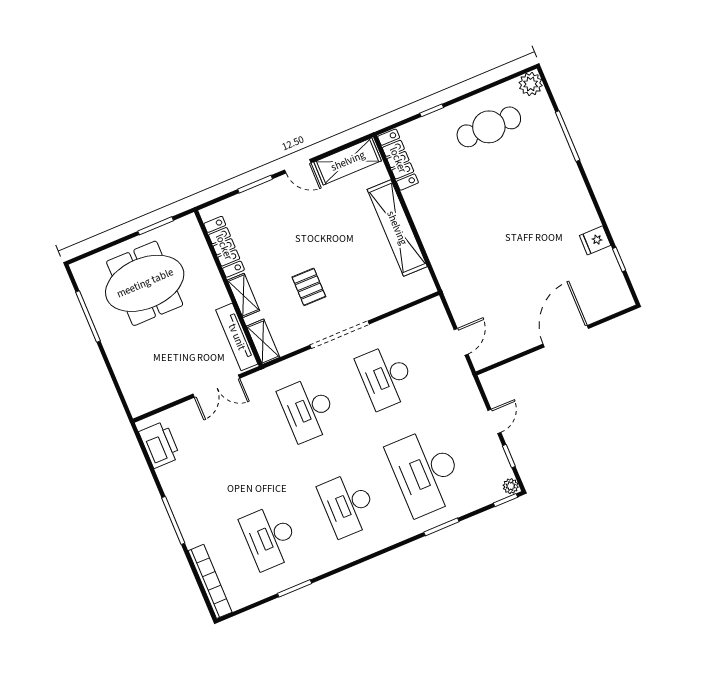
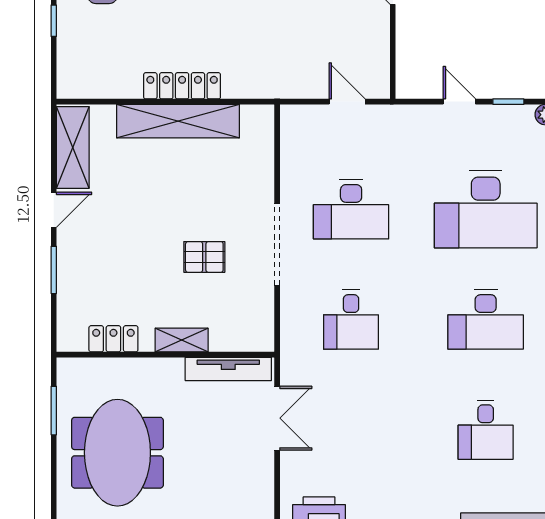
locker: (398, 160) -> (182, 86), moved
locker: (224, 247) -> (113, 339), width x0.66
shelving: (263, 342) -> (247, 340), removed
desk: (308, 409) -> (351, 320), width x0.73
desk: (270, 537) -> (486, 430), width x0.73

